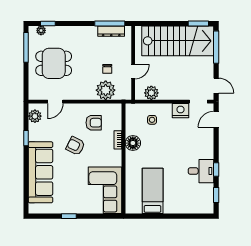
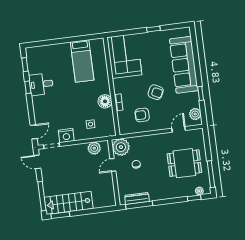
stairs: (178, 41) -> (69, 203), width x0.73, depth x0.66
plant: (106, 90) -> (121, 147), moved

